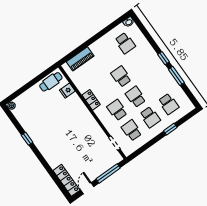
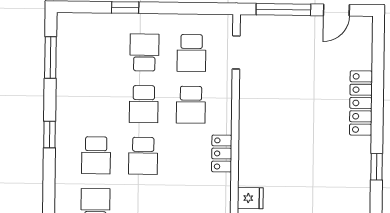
window: (176, 76) -> (50, 58), moved
school desk: (169, 104) -> (96, 155), moved, turned 180
locker: (66, 180) -> (361, 103), moved

